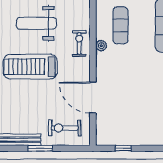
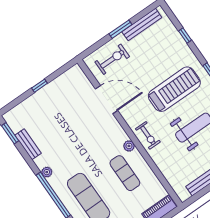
window: (123, 148) -> (40, 86), moved

